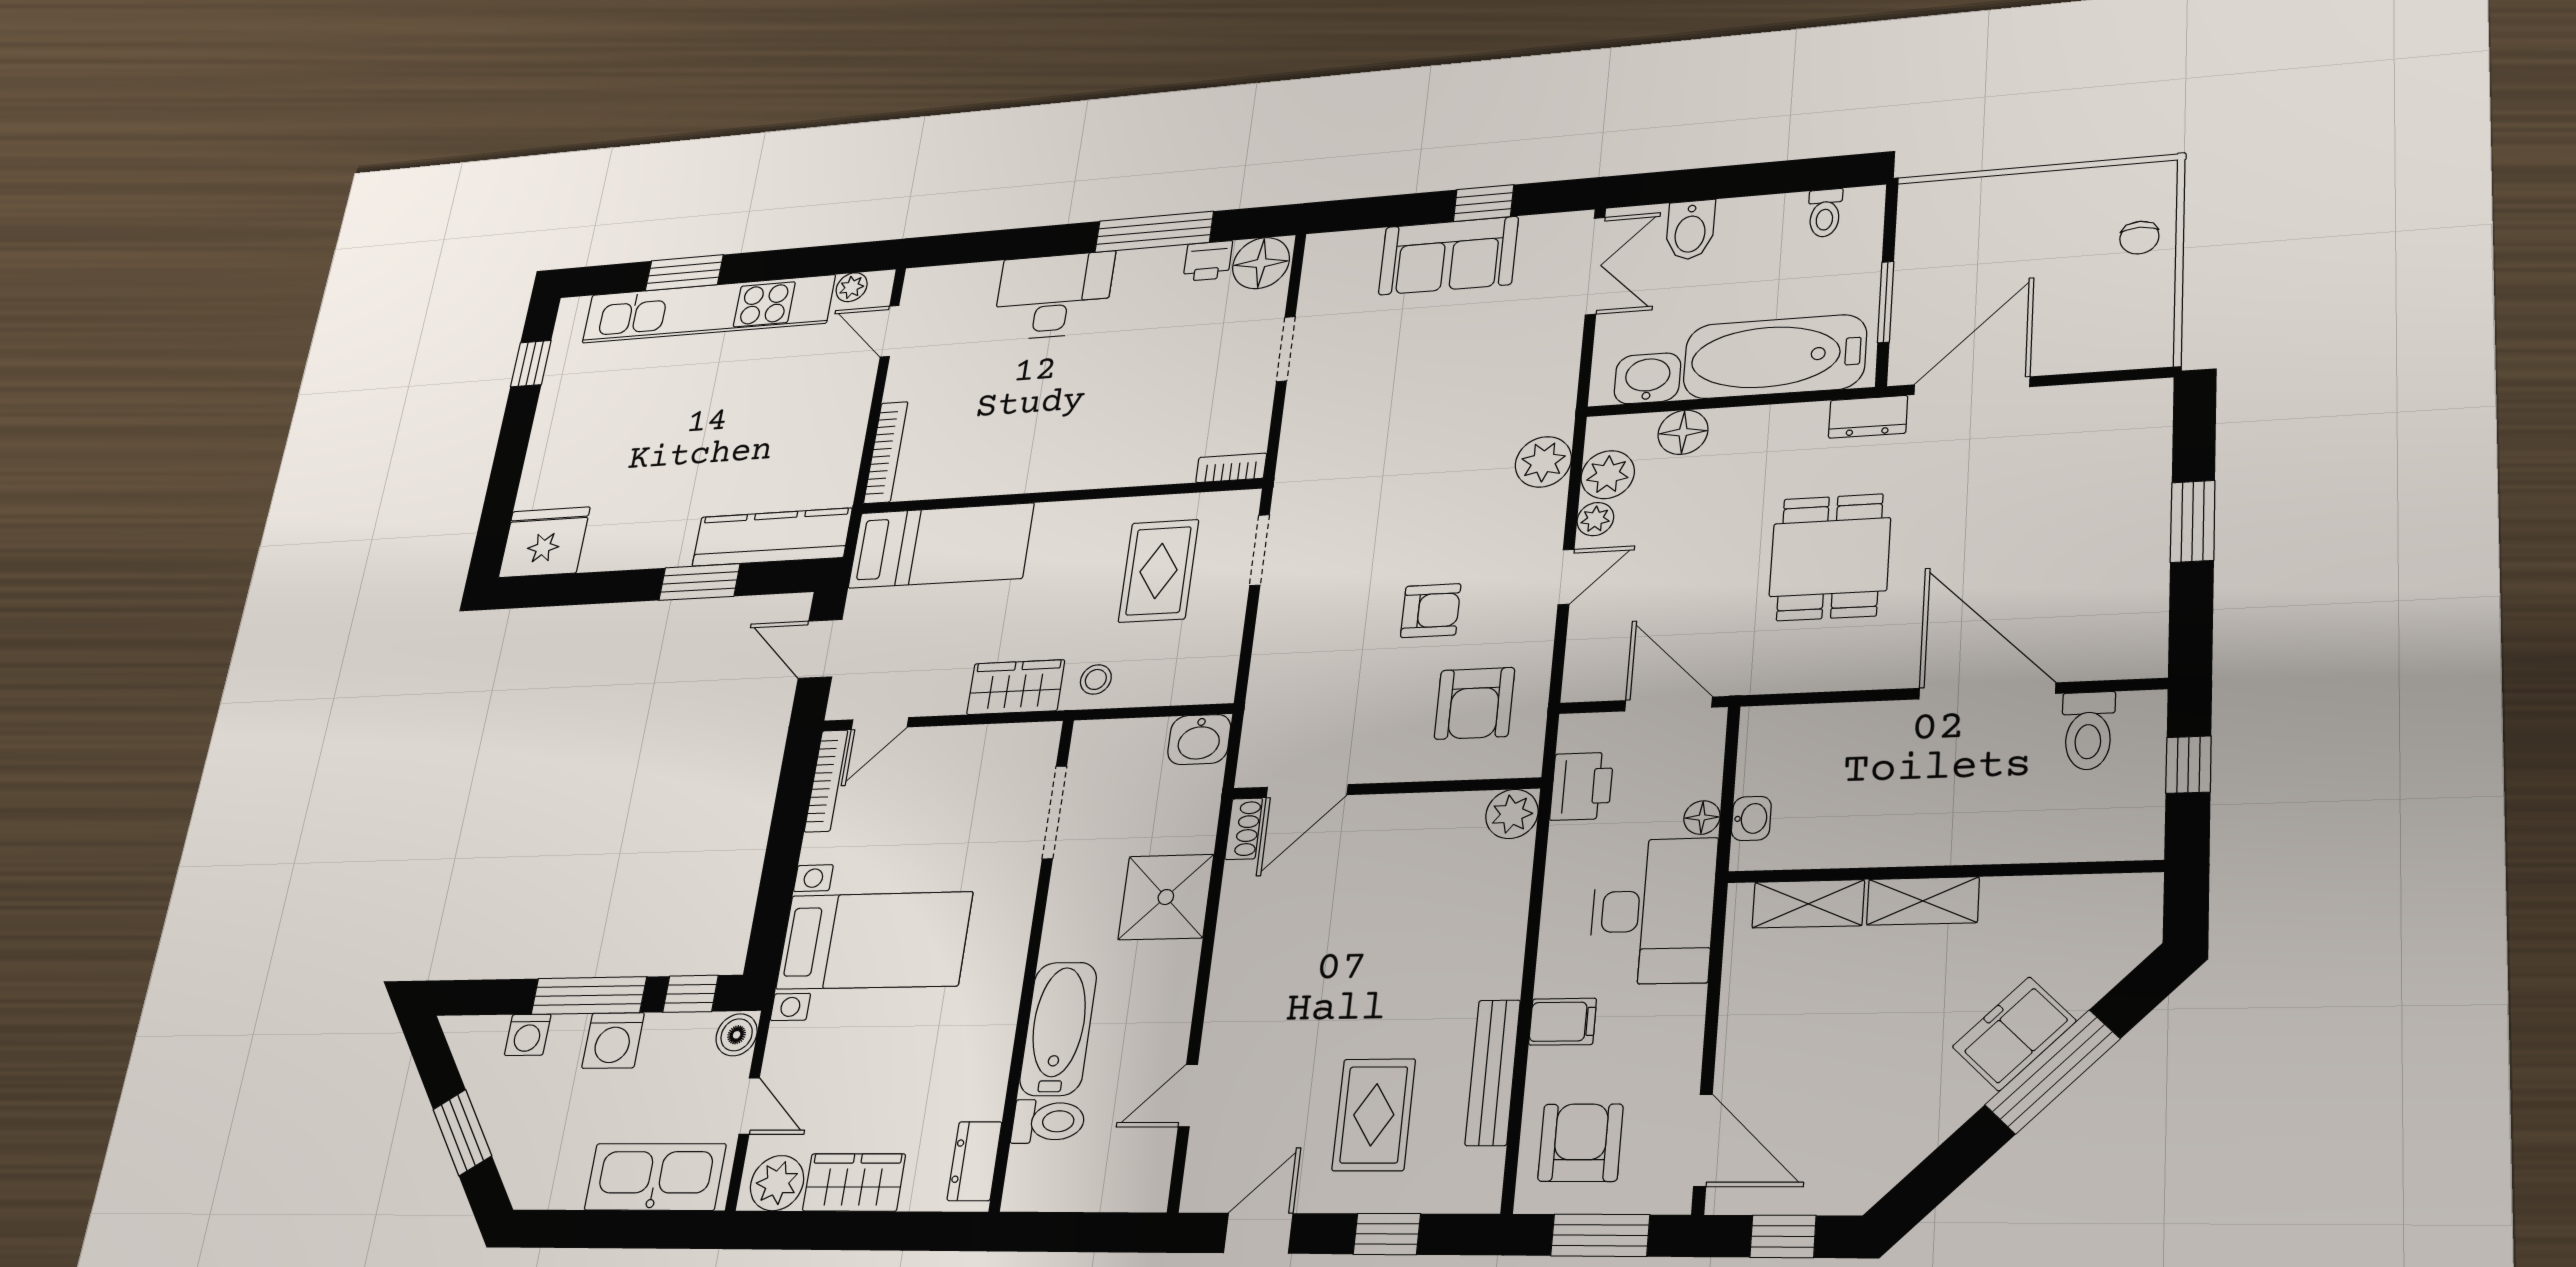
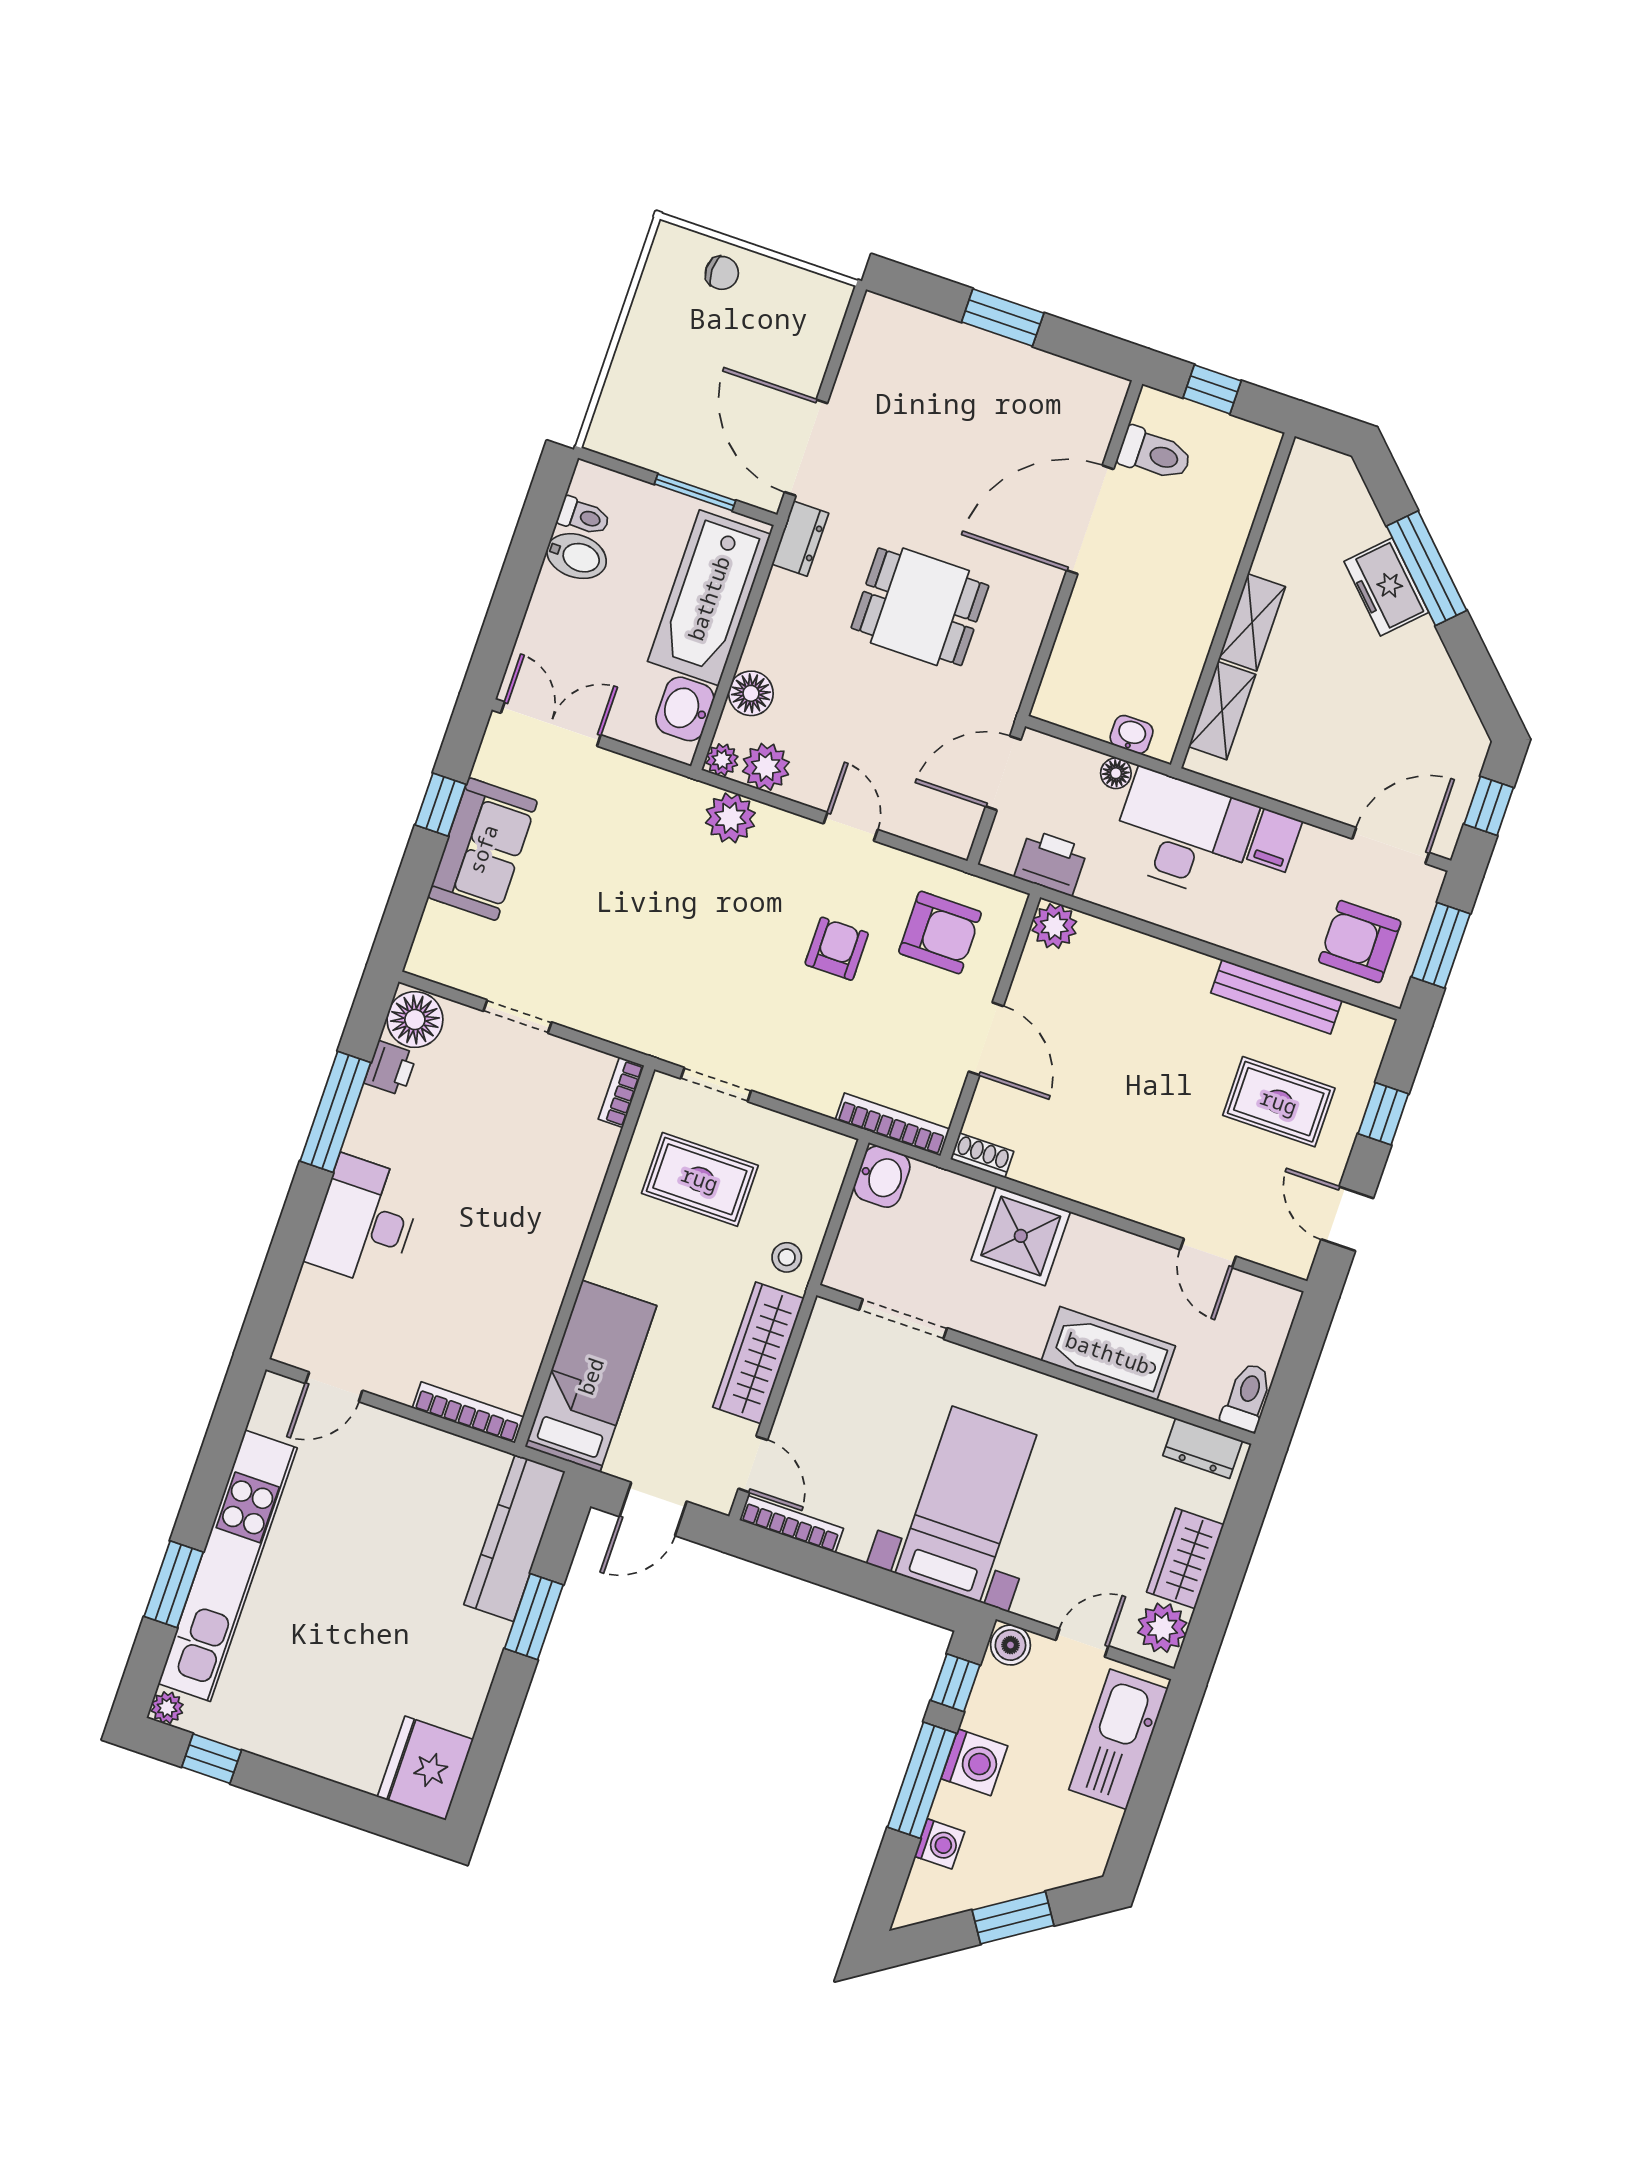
bidet: (1690, 230) -> (577, 556), moved
plant: (852, 287) -> (167, 1708), moved
plant: (1595, 519) -> (722, 760), moved
wardrobe: (1016, 687) -> (758, 1353), width x1.50
bookcase: (1257, 730) -> (892, 1124), added
door: (1307, 791) -> (986, 1039), moved
filing cabinet: (1563, 1022) -> (1275, 840), moved, turned 180
toilet: (1048, 1121) -> (1247, 1397), moved

